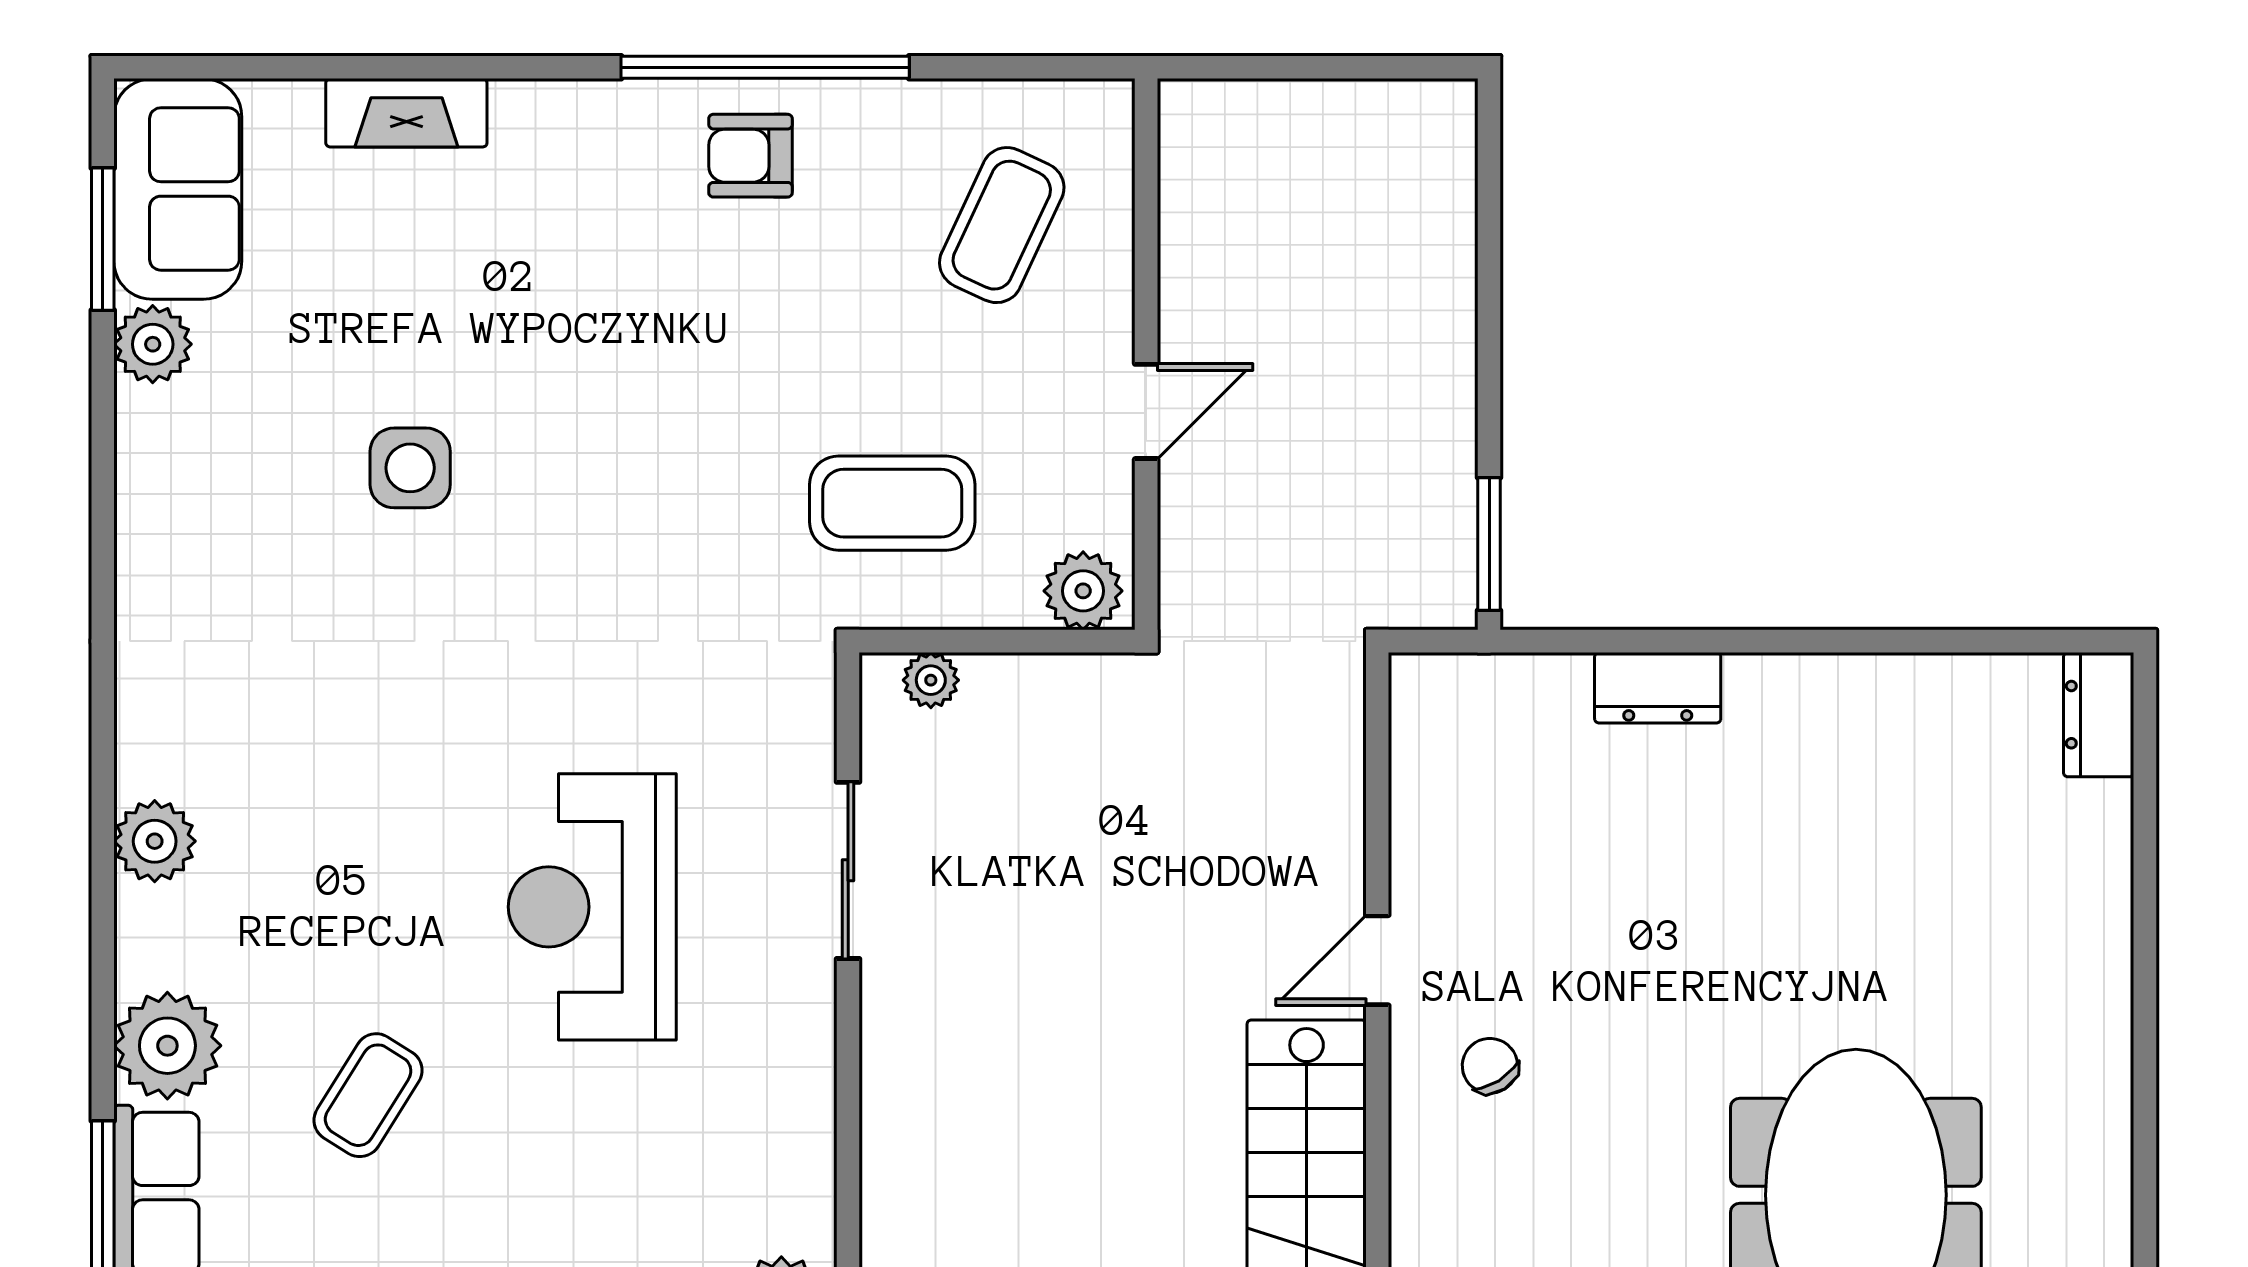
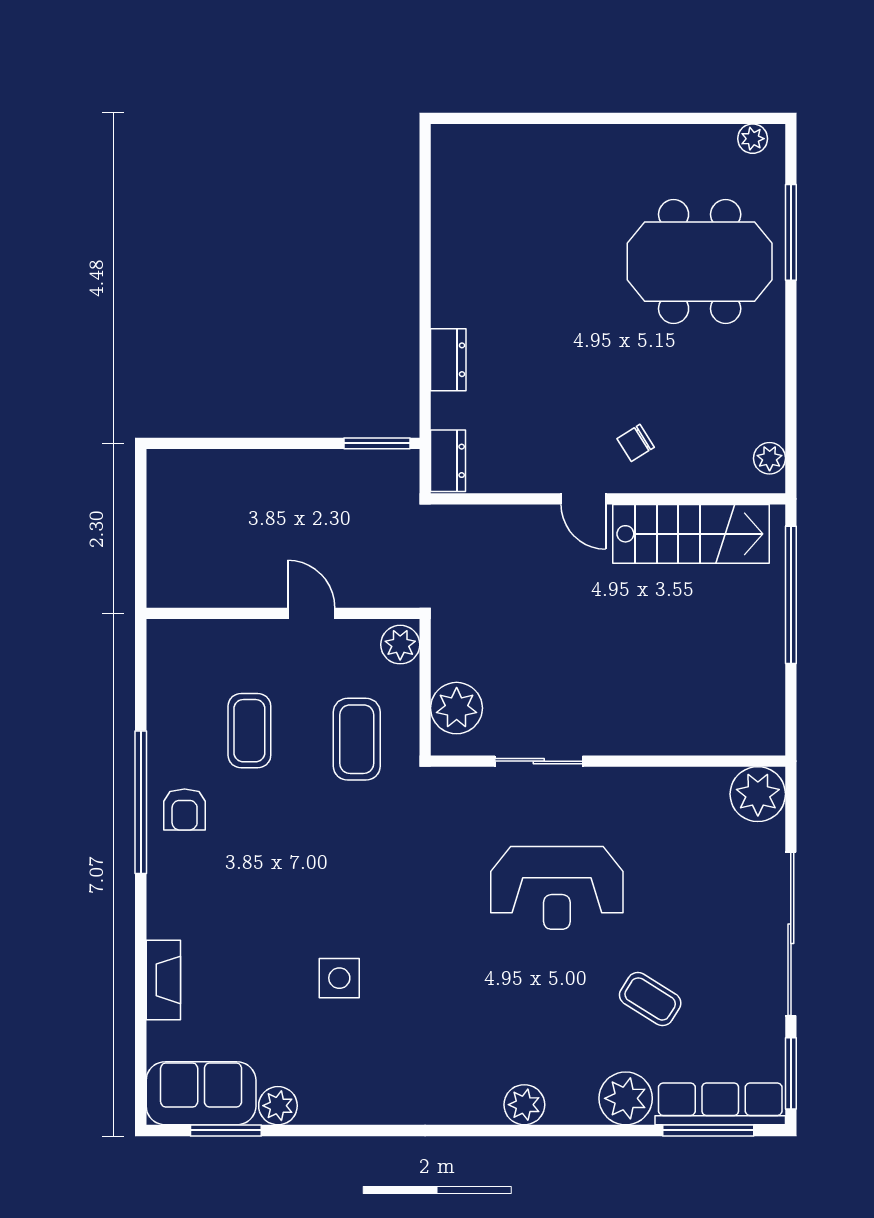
coffee table: (1002, 225) -> (249, 731), moved, turned 65
plant: (931, 680) -> (457, 708), width x1.87, depth x1.87
dresser: (2099, 715) -> (448, 461), moved, turned -90

